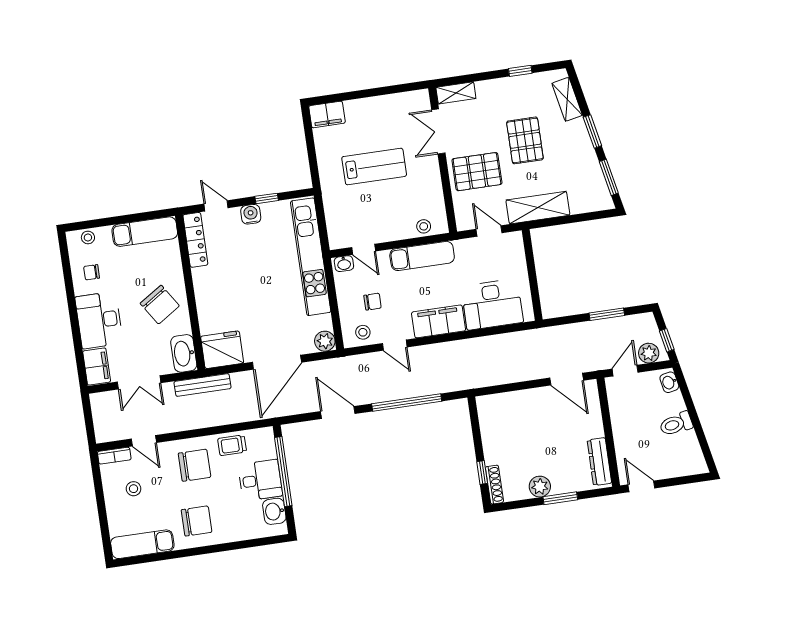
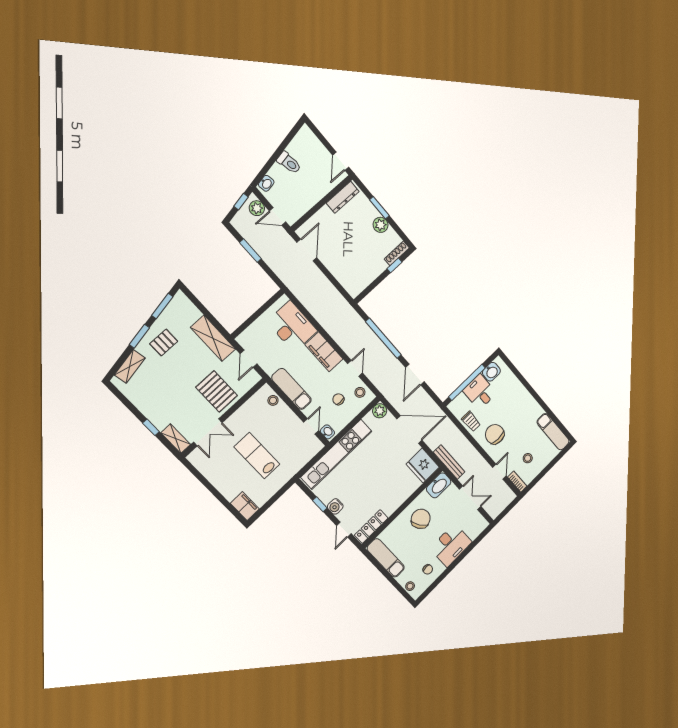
window: (520, 71) -> (151, 427), moved
pallet: (525, 140) -> (164, 342), moved, width x0.67, depth x0.71
filing cabinet: (97, 367) -> (477, 527), removed
chair: (197, 521) -> (523, 411), removed

